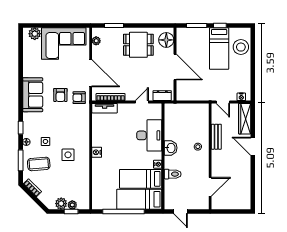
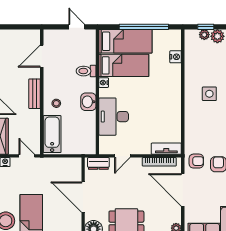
bathtub: (201, 121) -> (52, 134), added
bench: (216, 137) -> (35, 94), moved
nightstand: (97, 152) -> (176, 57), moved

